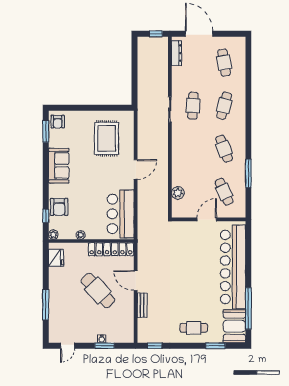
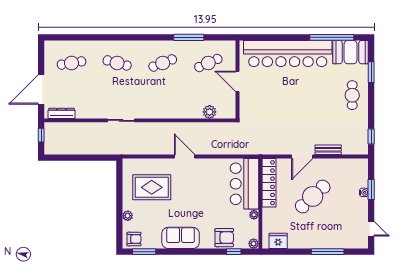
cafe table: (193, 106) -> (117, 96), removed
plant: (80, 116) -> (128, 216), added
bar counter: (121, 214) -> (244, 184), moved, turned 90

